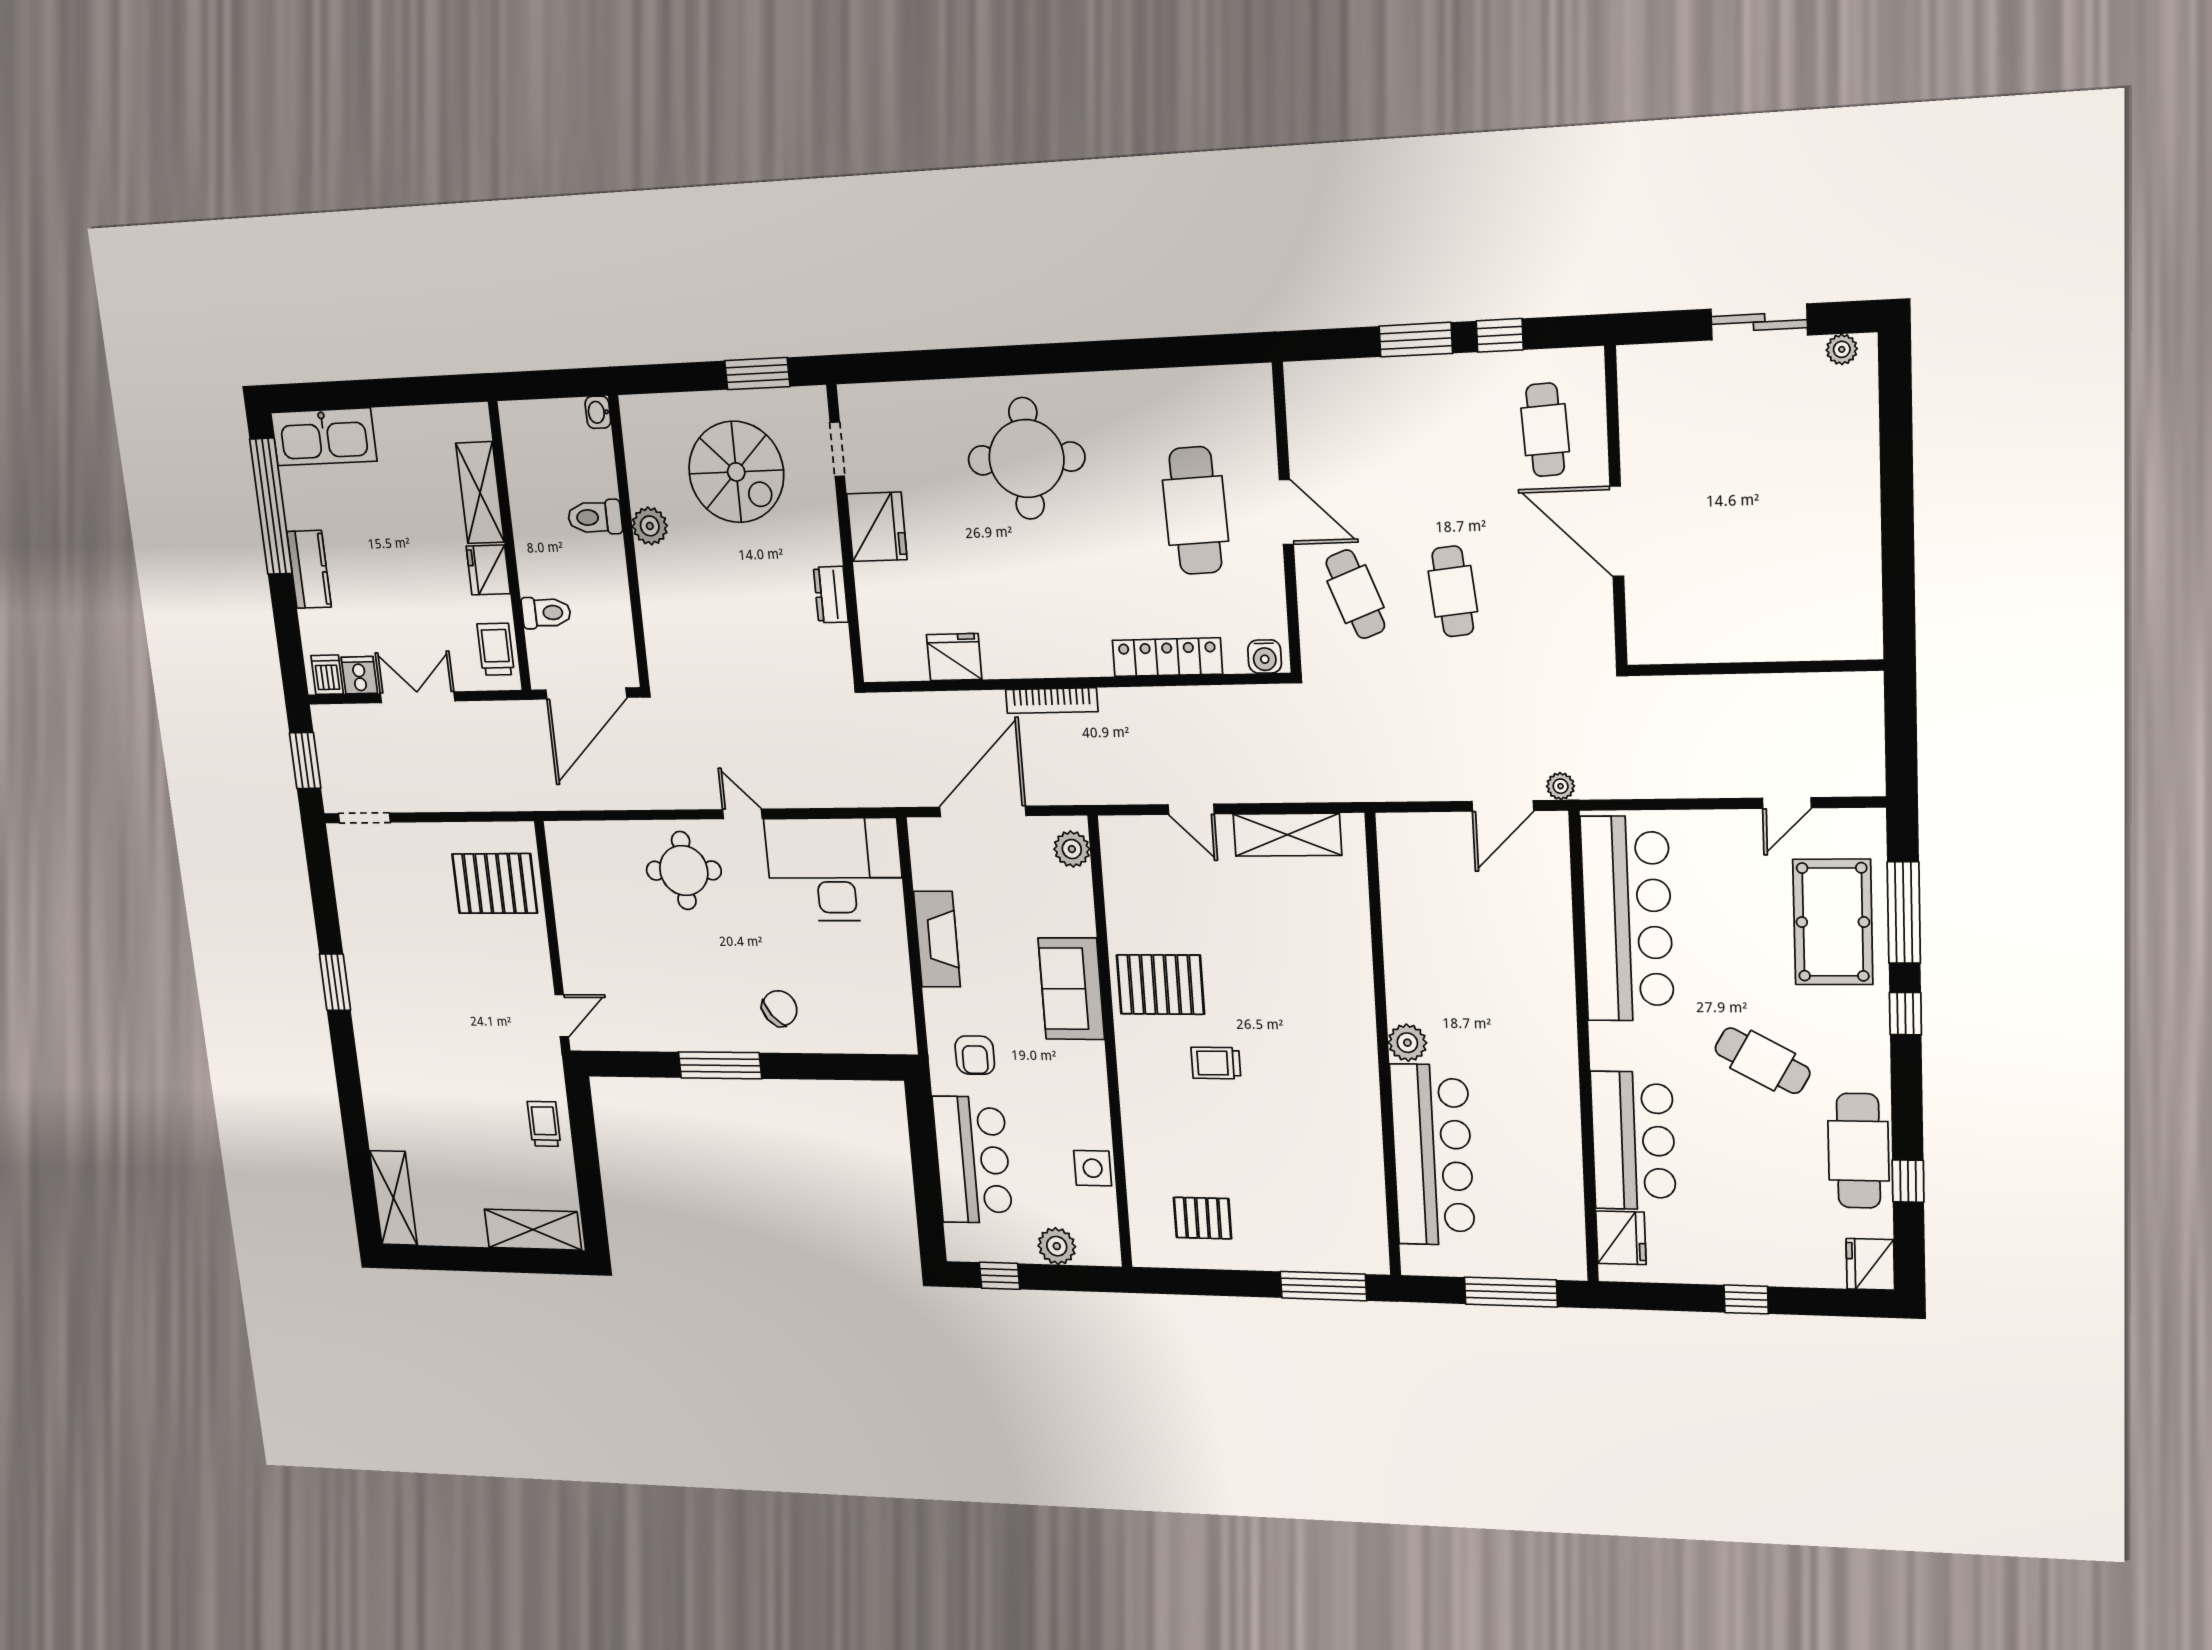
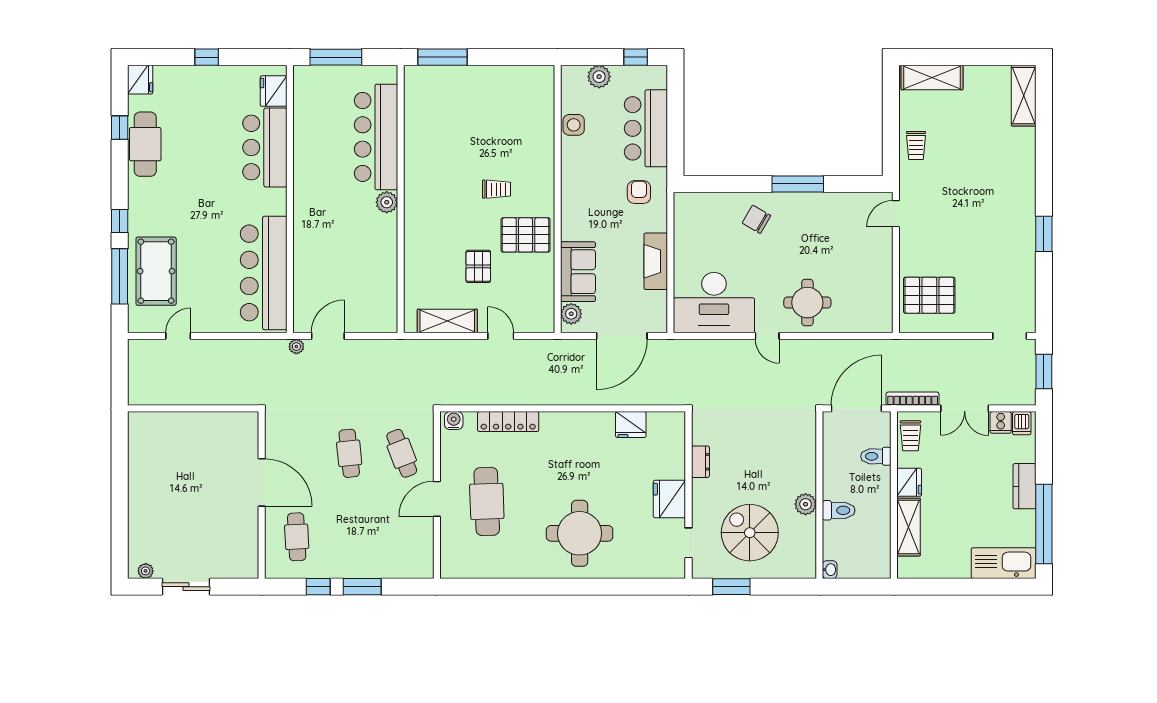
door: (1286, 512) -> (437, 499), hinge flipped
bookcase: (1052, 701) -> (913, 399), moved
sofa: (1071, 989) -> (578, 272), moved
chair: (780, 1008) -> (756, 219), turned 69
cafe table: (1762, 1061) -> (194, 194), removed
pallet: (1202, 1218) -> (478, 266), moved, turned 90

